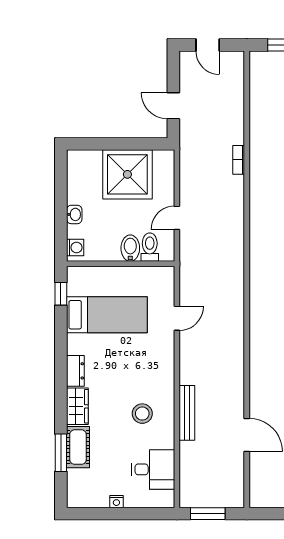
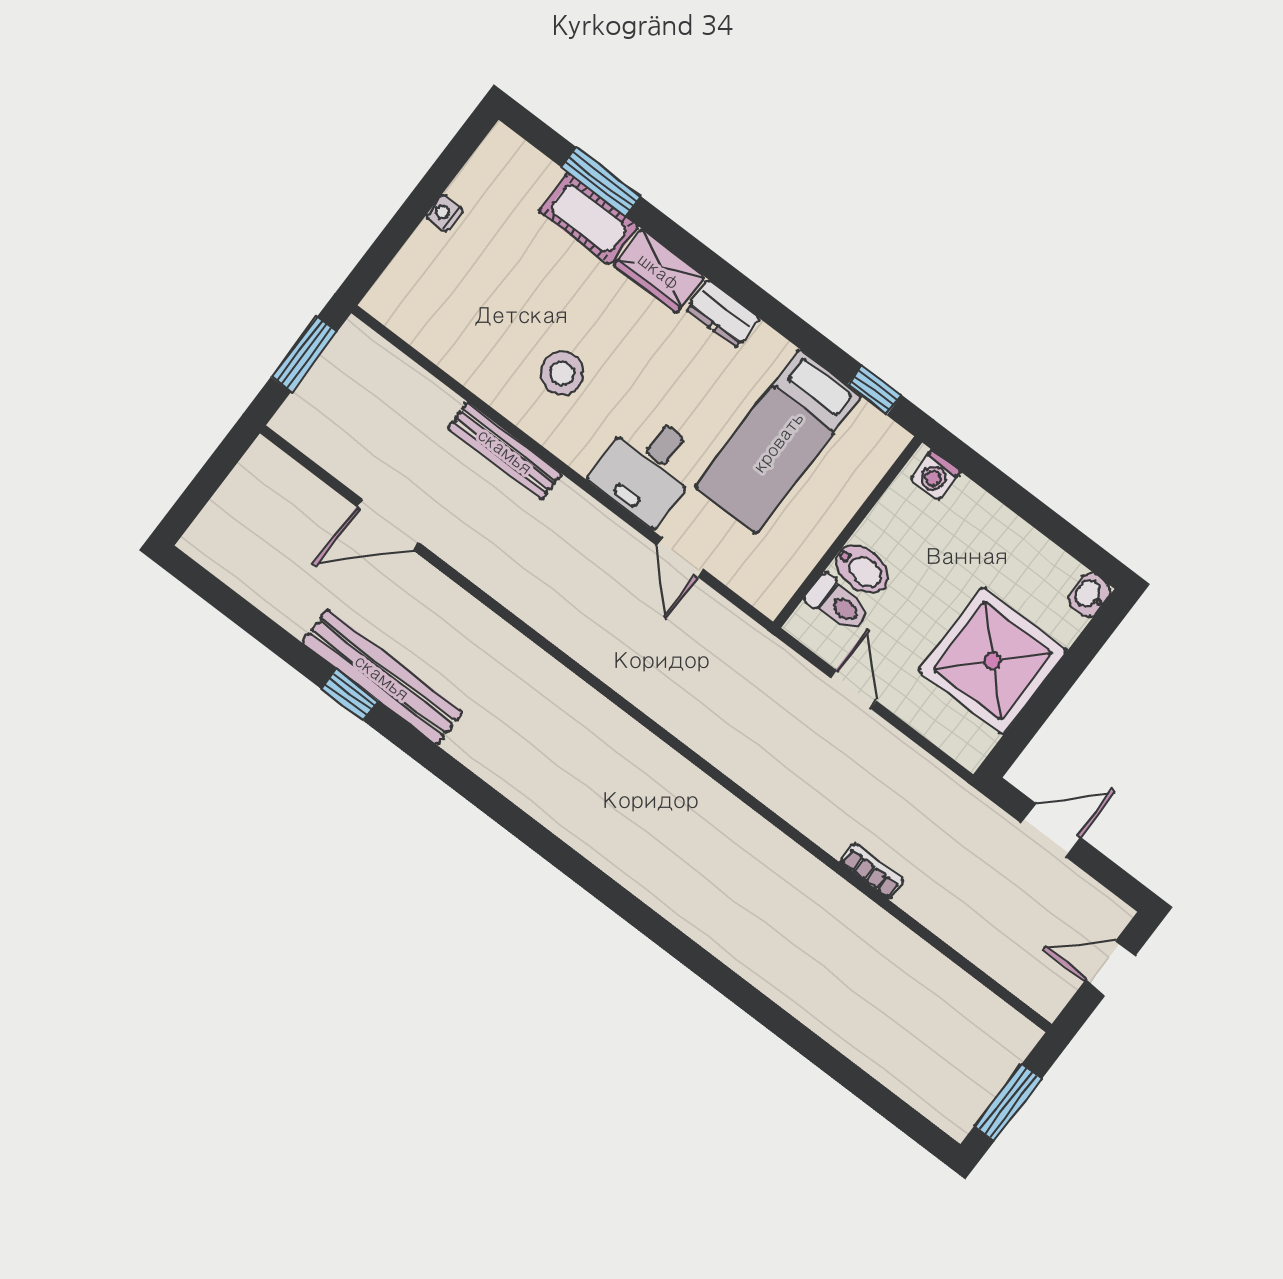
washbasin: (74, 214) -> (1089, 595), moved, turned 90
desk: (153, 469) -> (648, 468), moved

